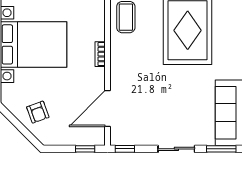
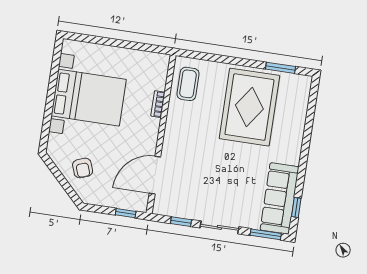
bookcase: (100, 54) -> (158, 104), moved
window: (125, 149) -> (181, 222), moved

